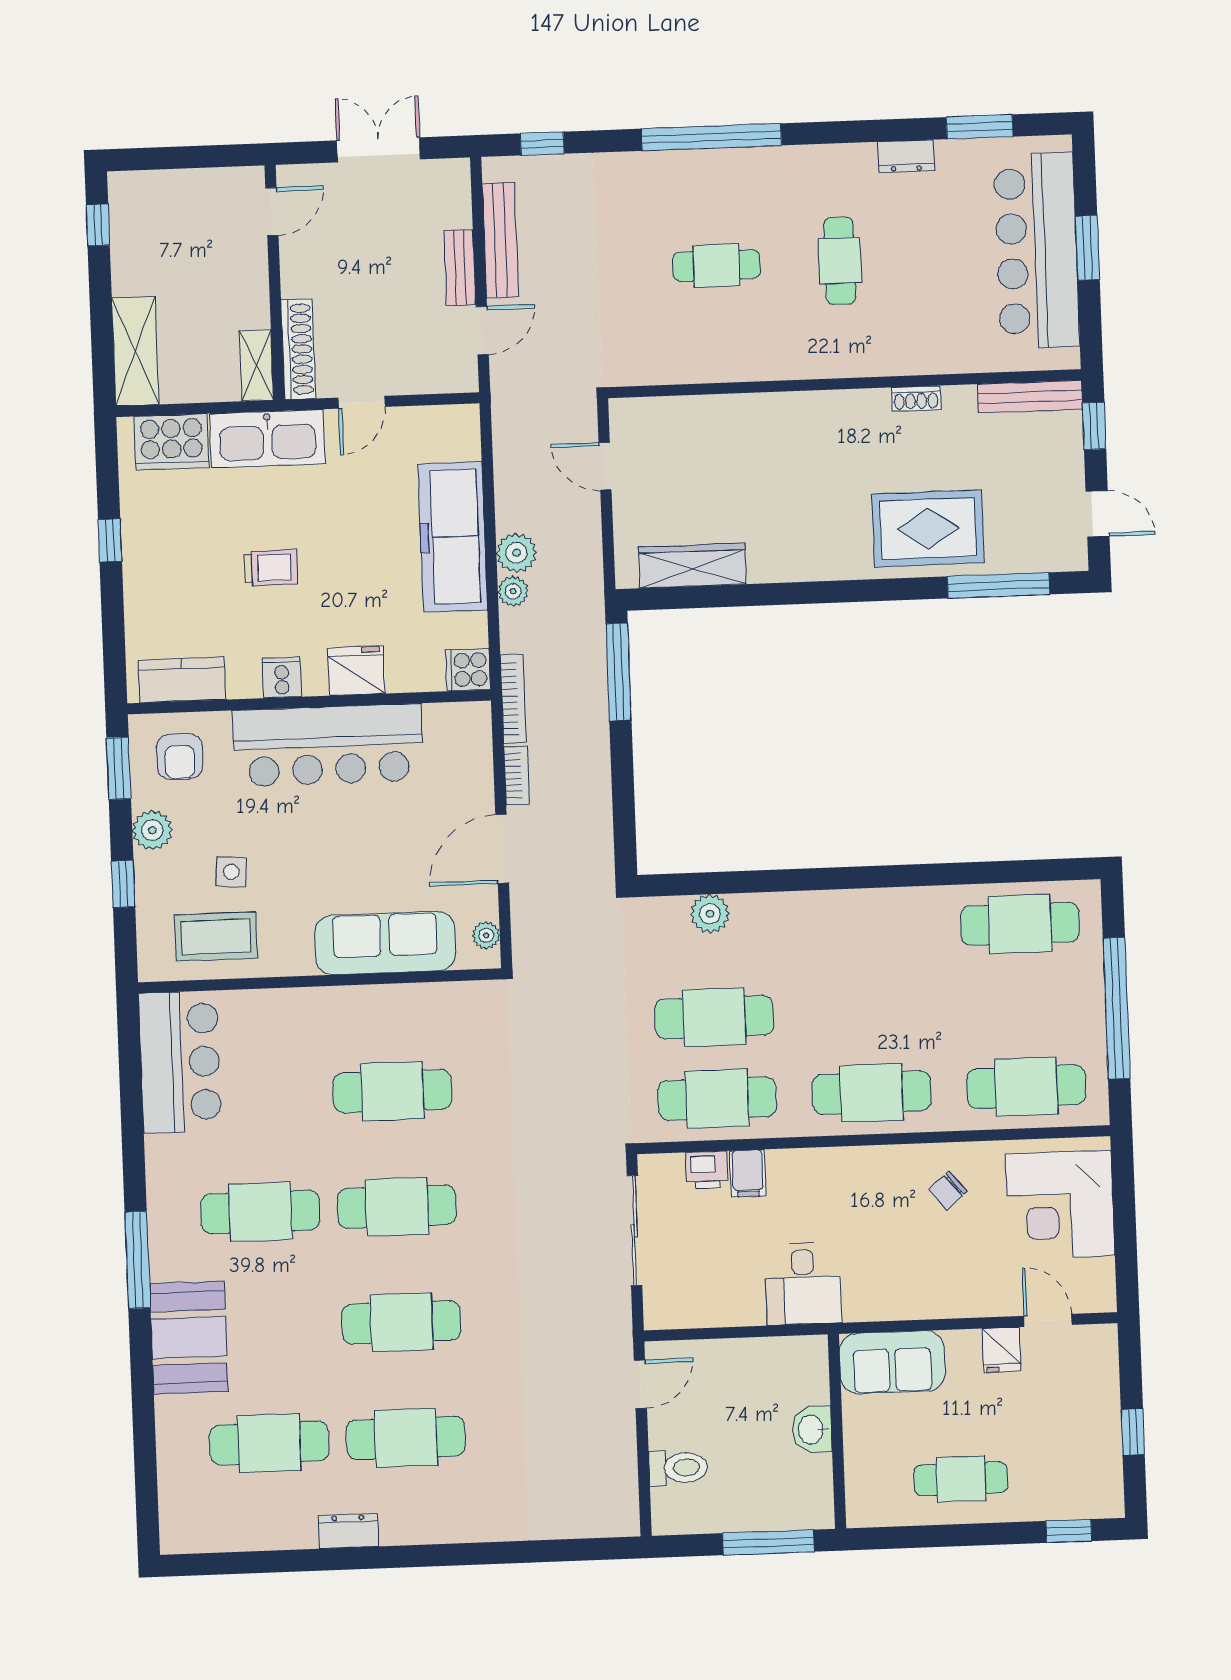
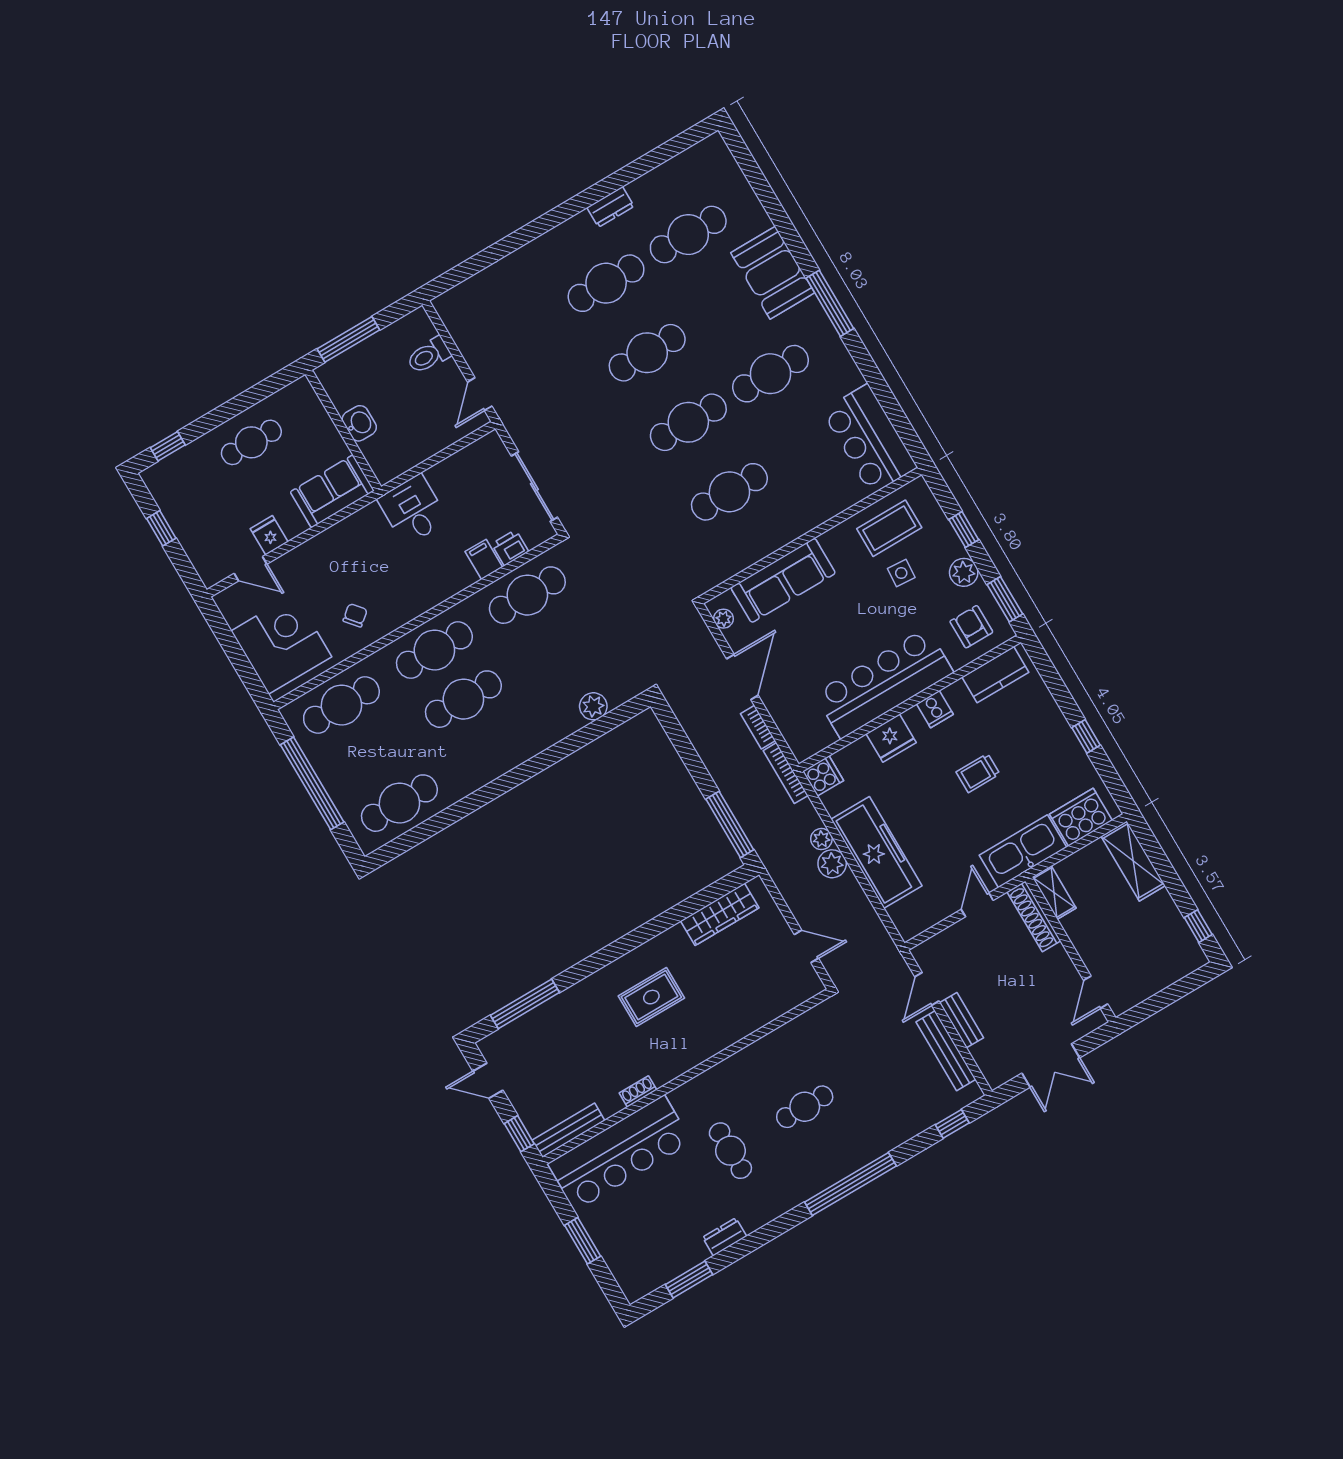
bar counter: (1037, 251) -> (620, 1153), moved, turned 90
rug: (928, 528) -> (651, 997), moved, width x0.73, depth x0.70
cafe table: (714, 1017) -> (463, 699), moved

